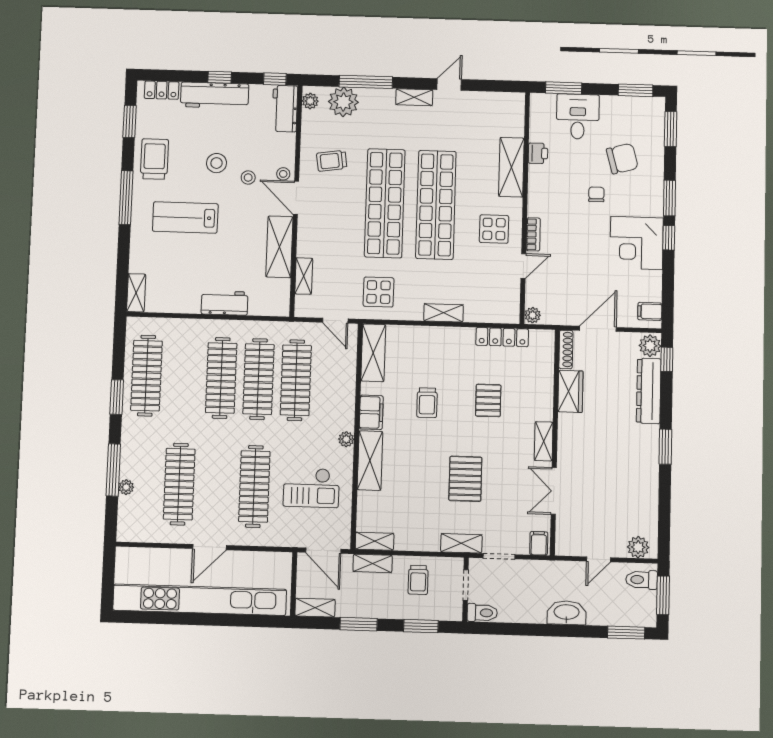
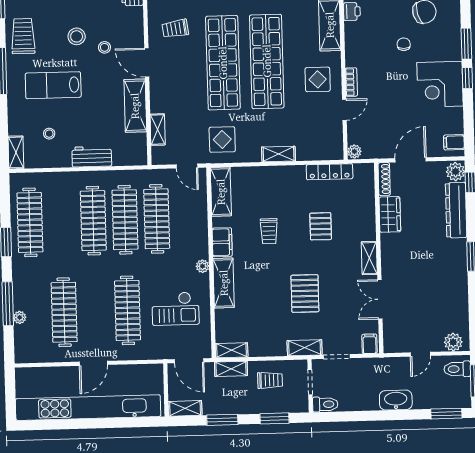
stool: (283, 174) -> (49, 134), moved
trolley: (418, 580) -> (270, 380), turned -90

